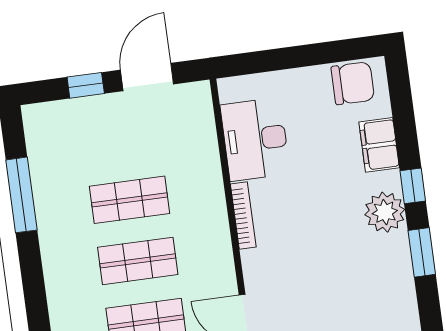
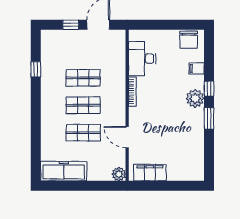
chair: (353, 83) -> (189, 40), turned 90
filing cabinet: (379, 145) -> (197, 68), width x0.50
window: (21, 195) -> (36, 69), width x0.46

